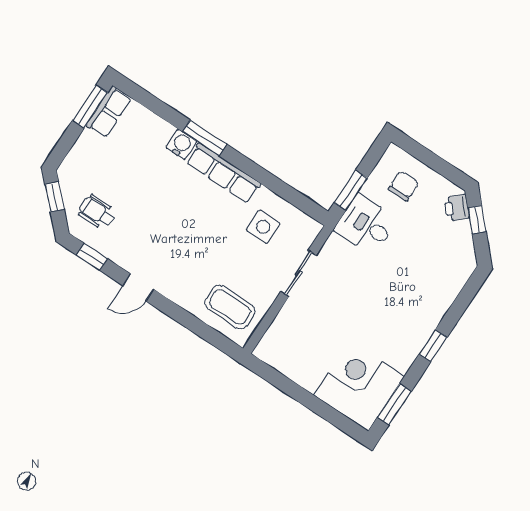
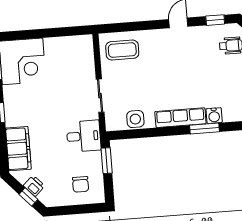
printer: (457, 208) -> (34, 186), moved
desk: (366, 225) -> (84, 136), moved
side table: (263, 227) -> (135, 119), moved
filing cabinet: (444, 286) -> (18, 149), added

